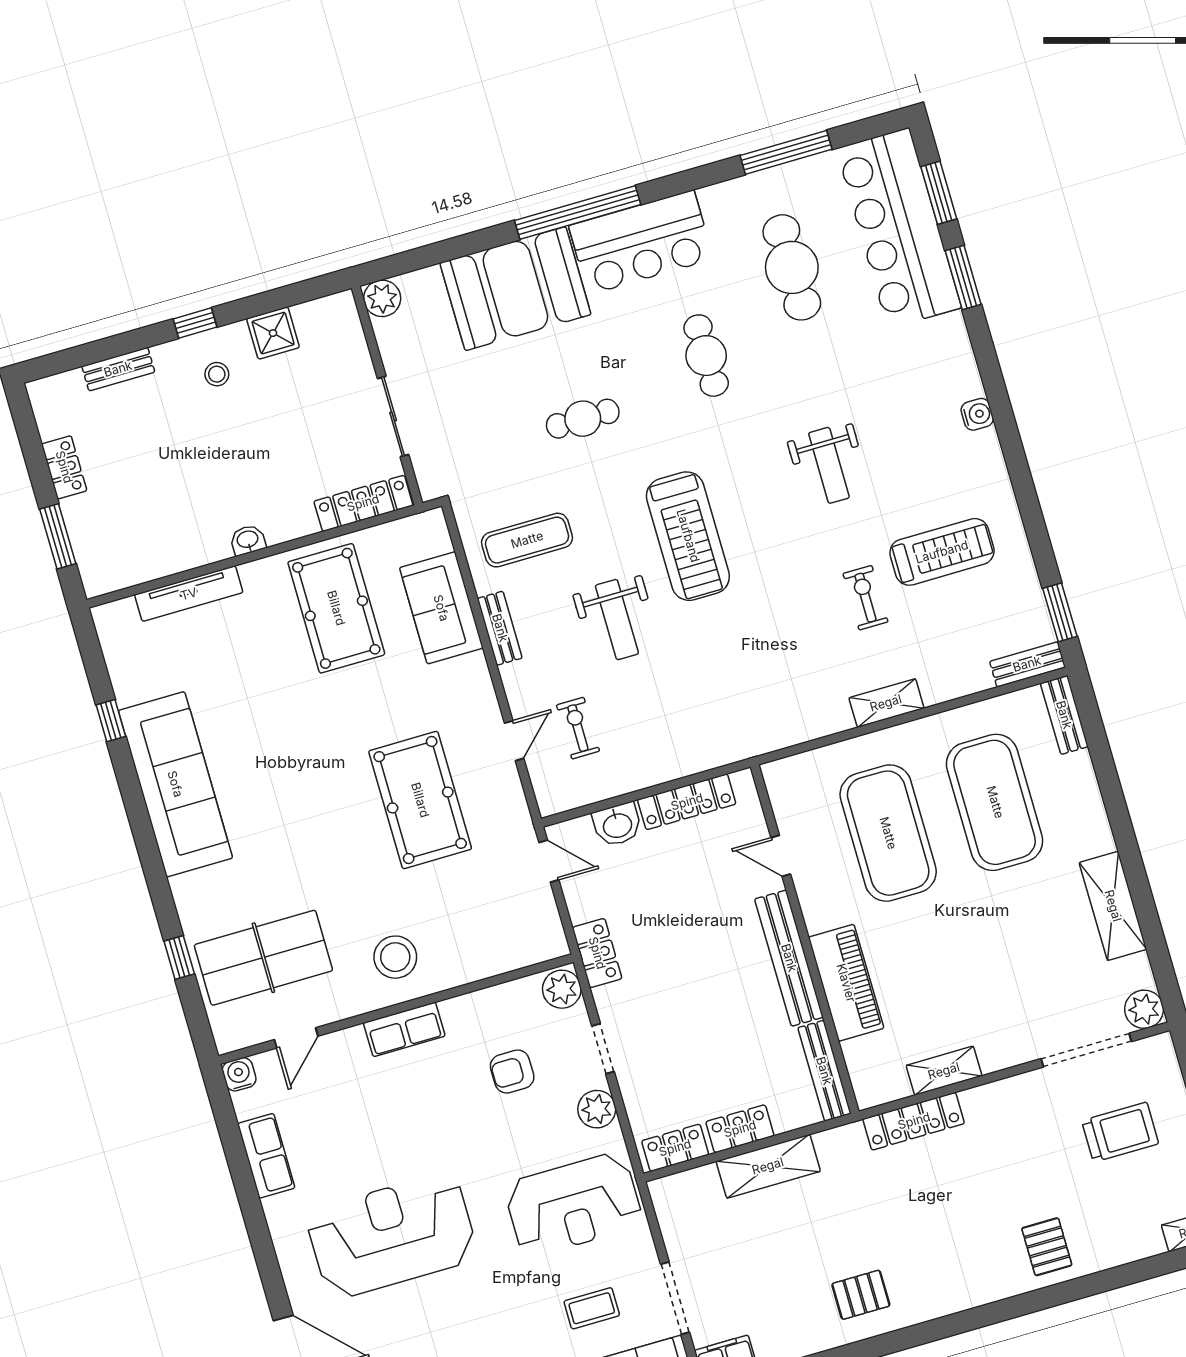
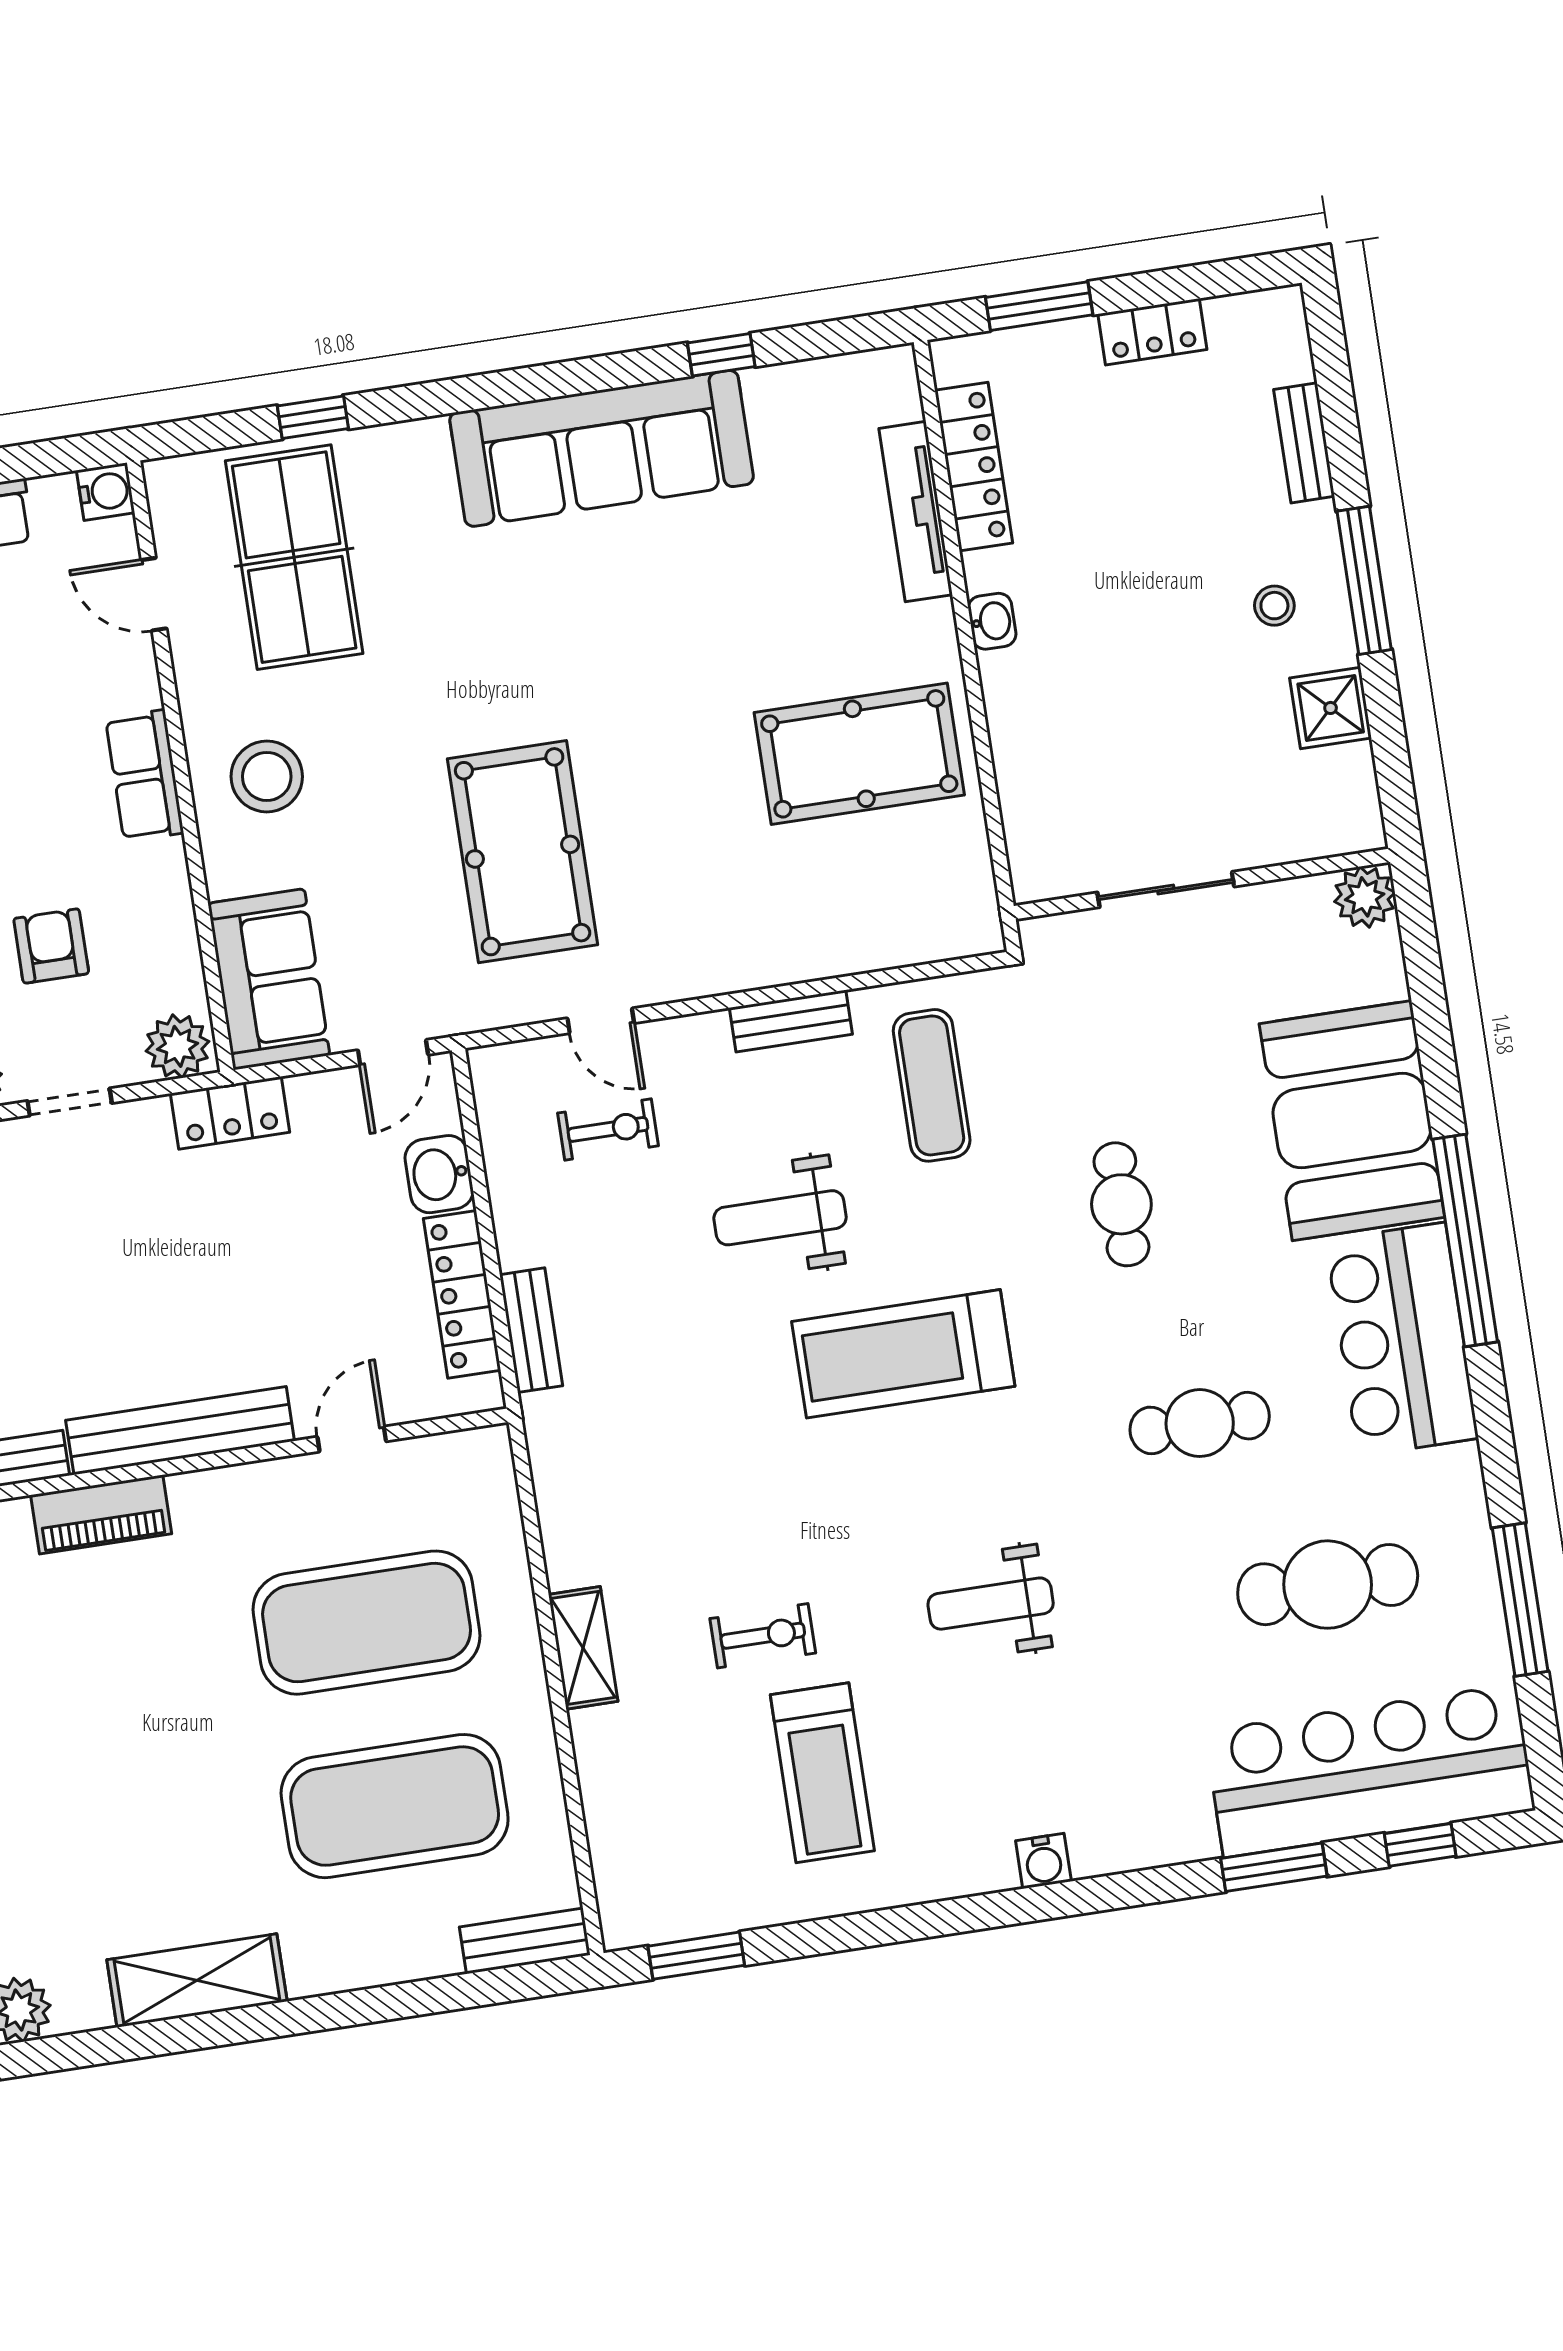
window: (939, 193) -> (1420, 1845), width x0.67
window: (195, 323) -> (1364, 580), width x2.17
locker: (363, 503) -> (974, 467), moved
sofa: (441, 608) -> (269, 979), moved, turned 90
bench: (1027, 664) -> (531, 1330), moved
pool table: (420, 800) -> (523, 852), turned 90
piano: (846, 983) -> (101, 1514), width x0.73, depth x0.75

